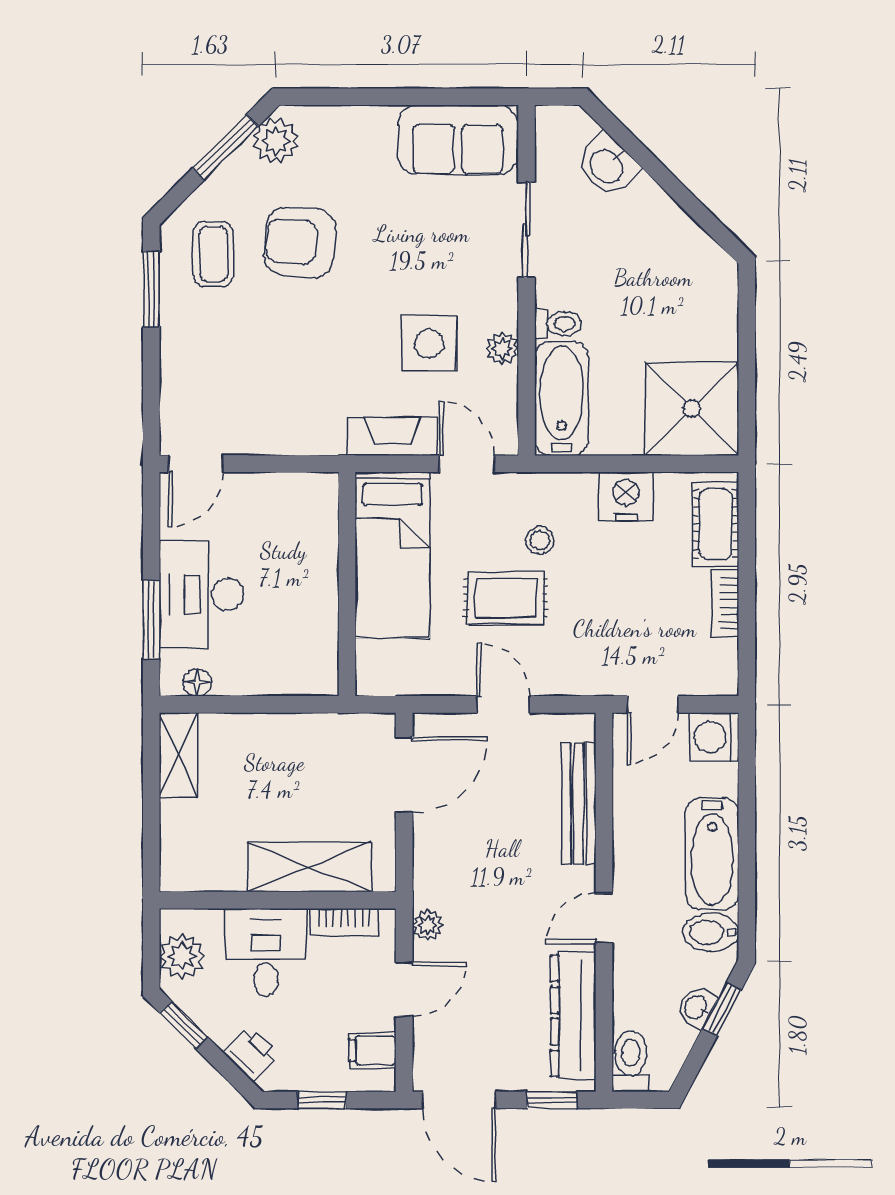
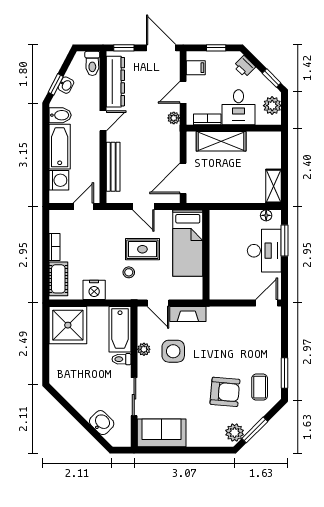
bed: (393, 555) -> (188, 243), moved, turned 180
washing machine: (714, 737) -> (59, 180), moved

